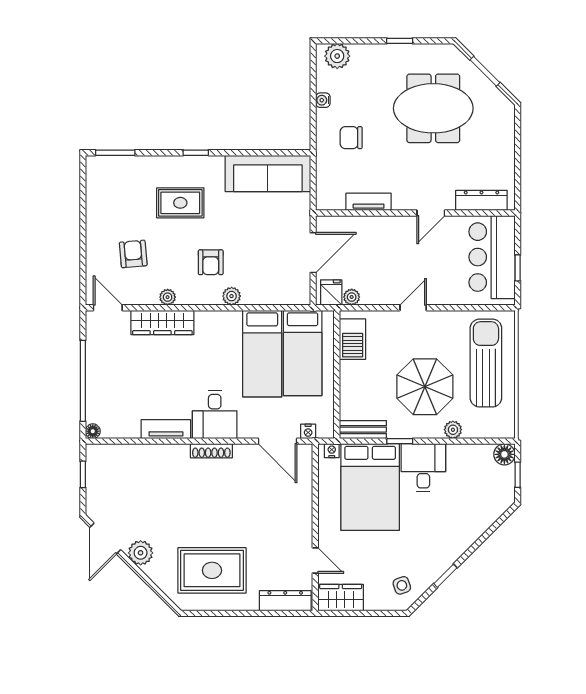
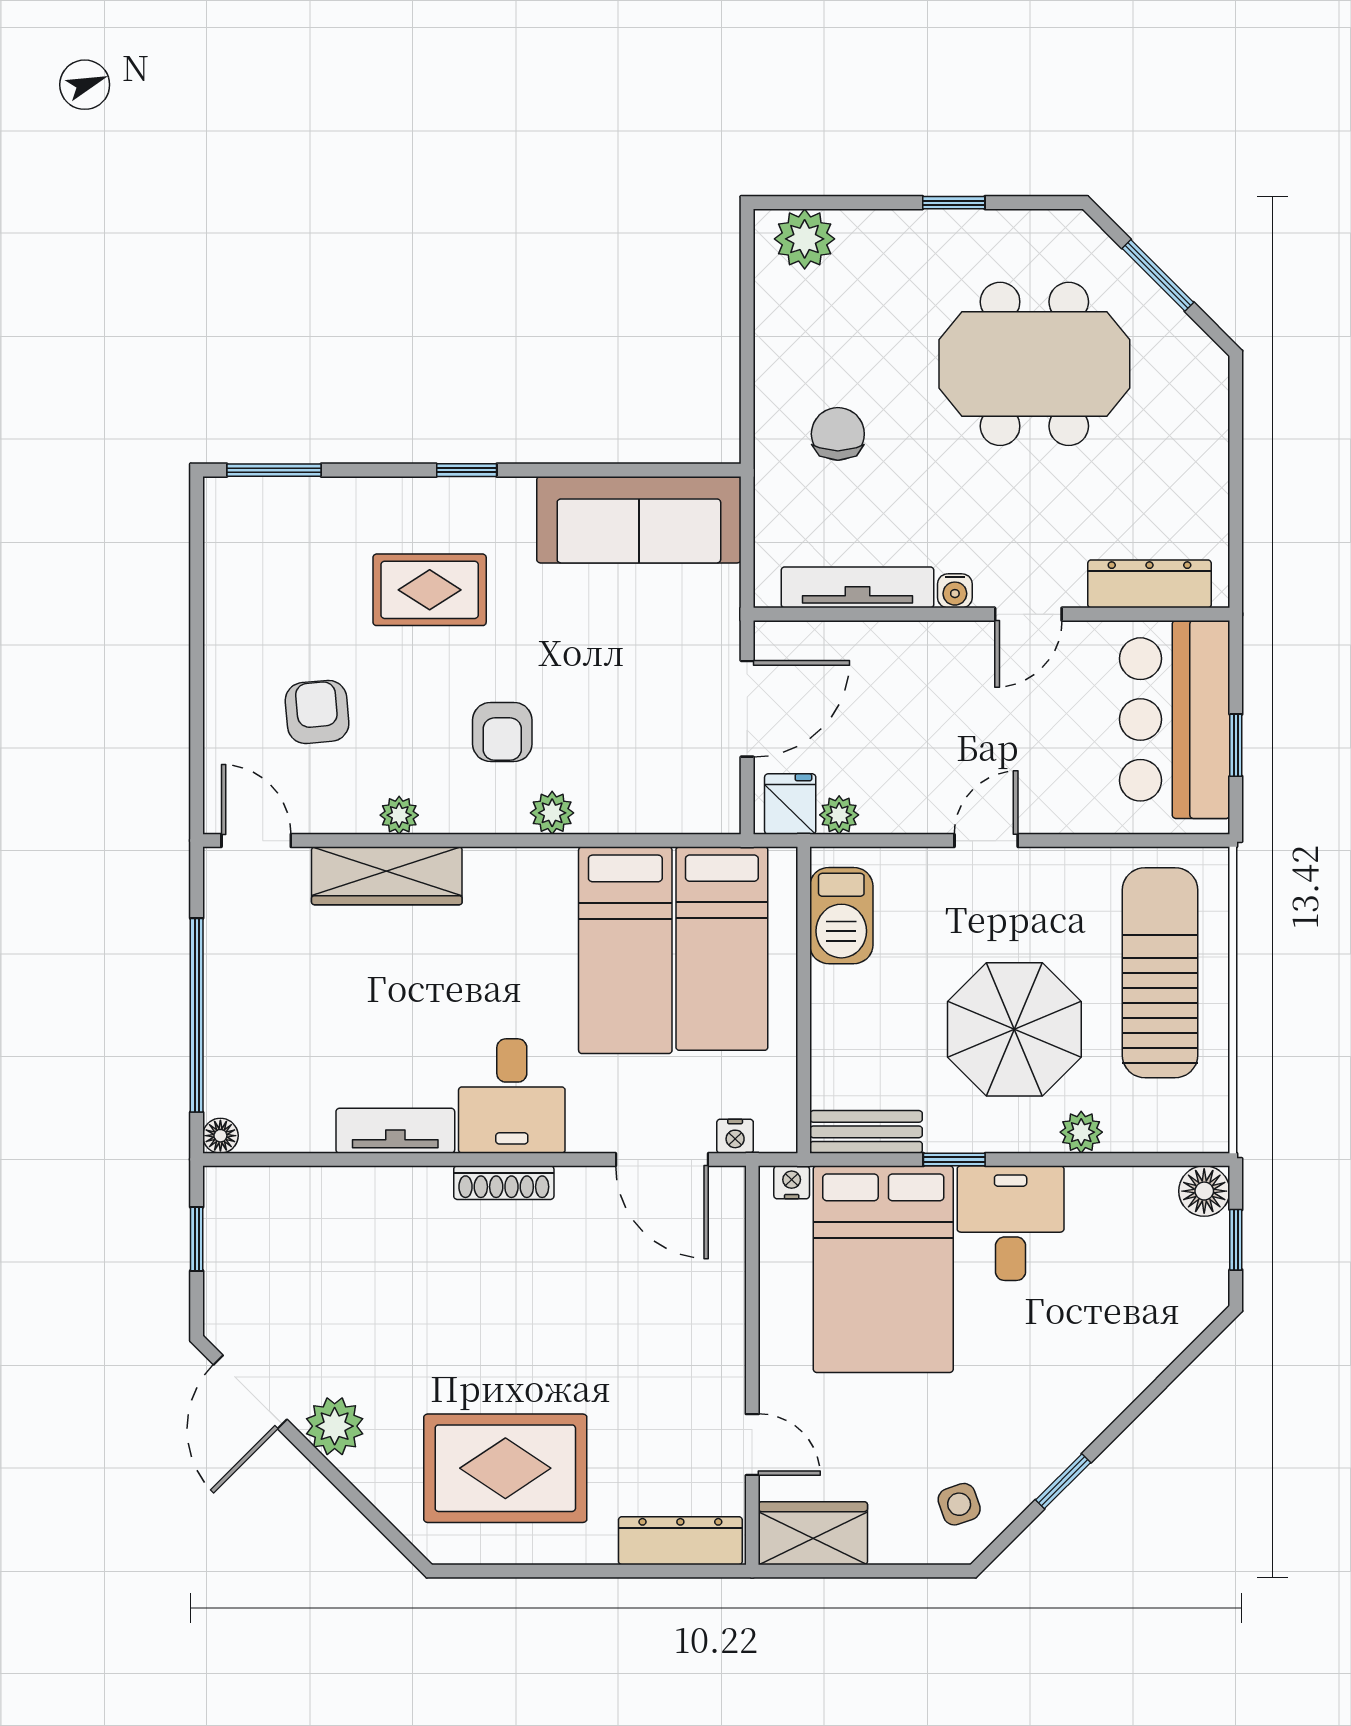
water cooler: (323, 100) -> (955, 591), moved, turned -90
chair: (351, 138) -> (838, 434), turned 90
tv unit: (369, 202) -> (858, 587), width x1.41

